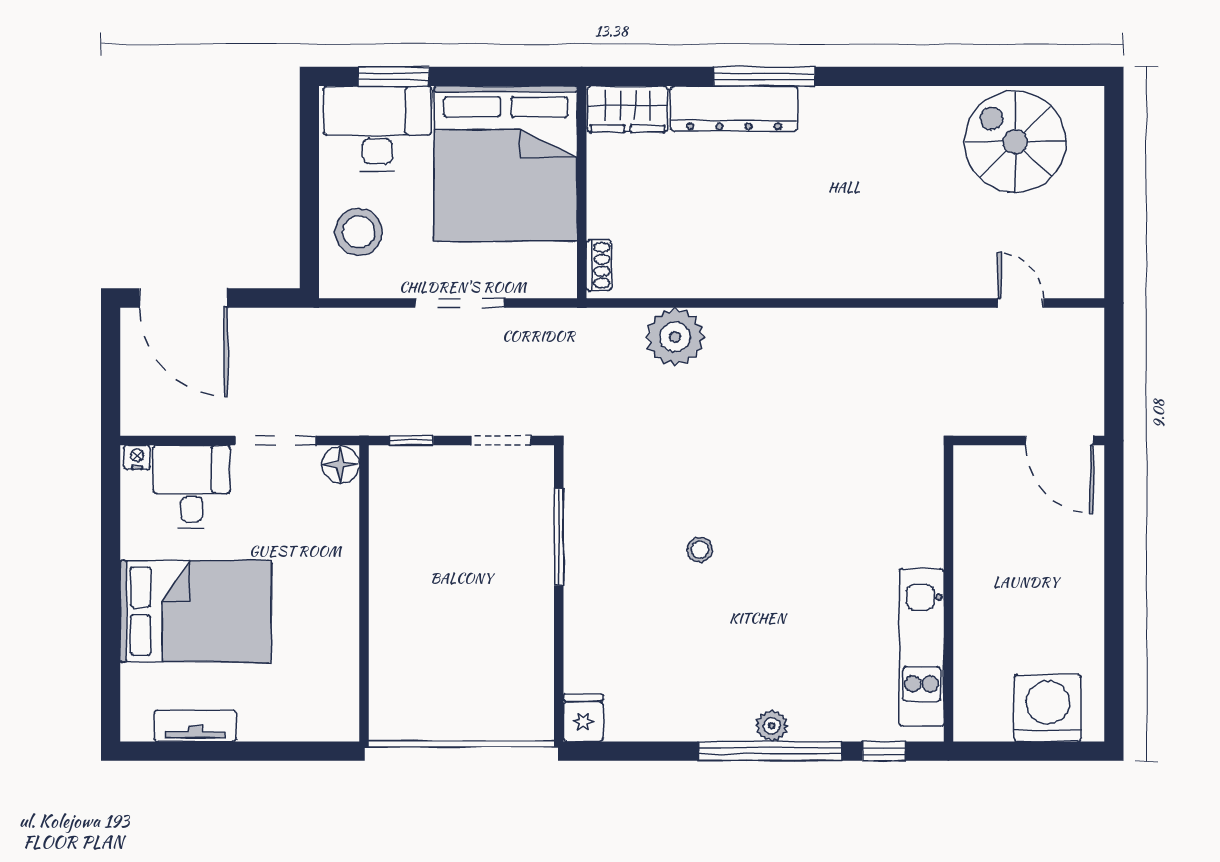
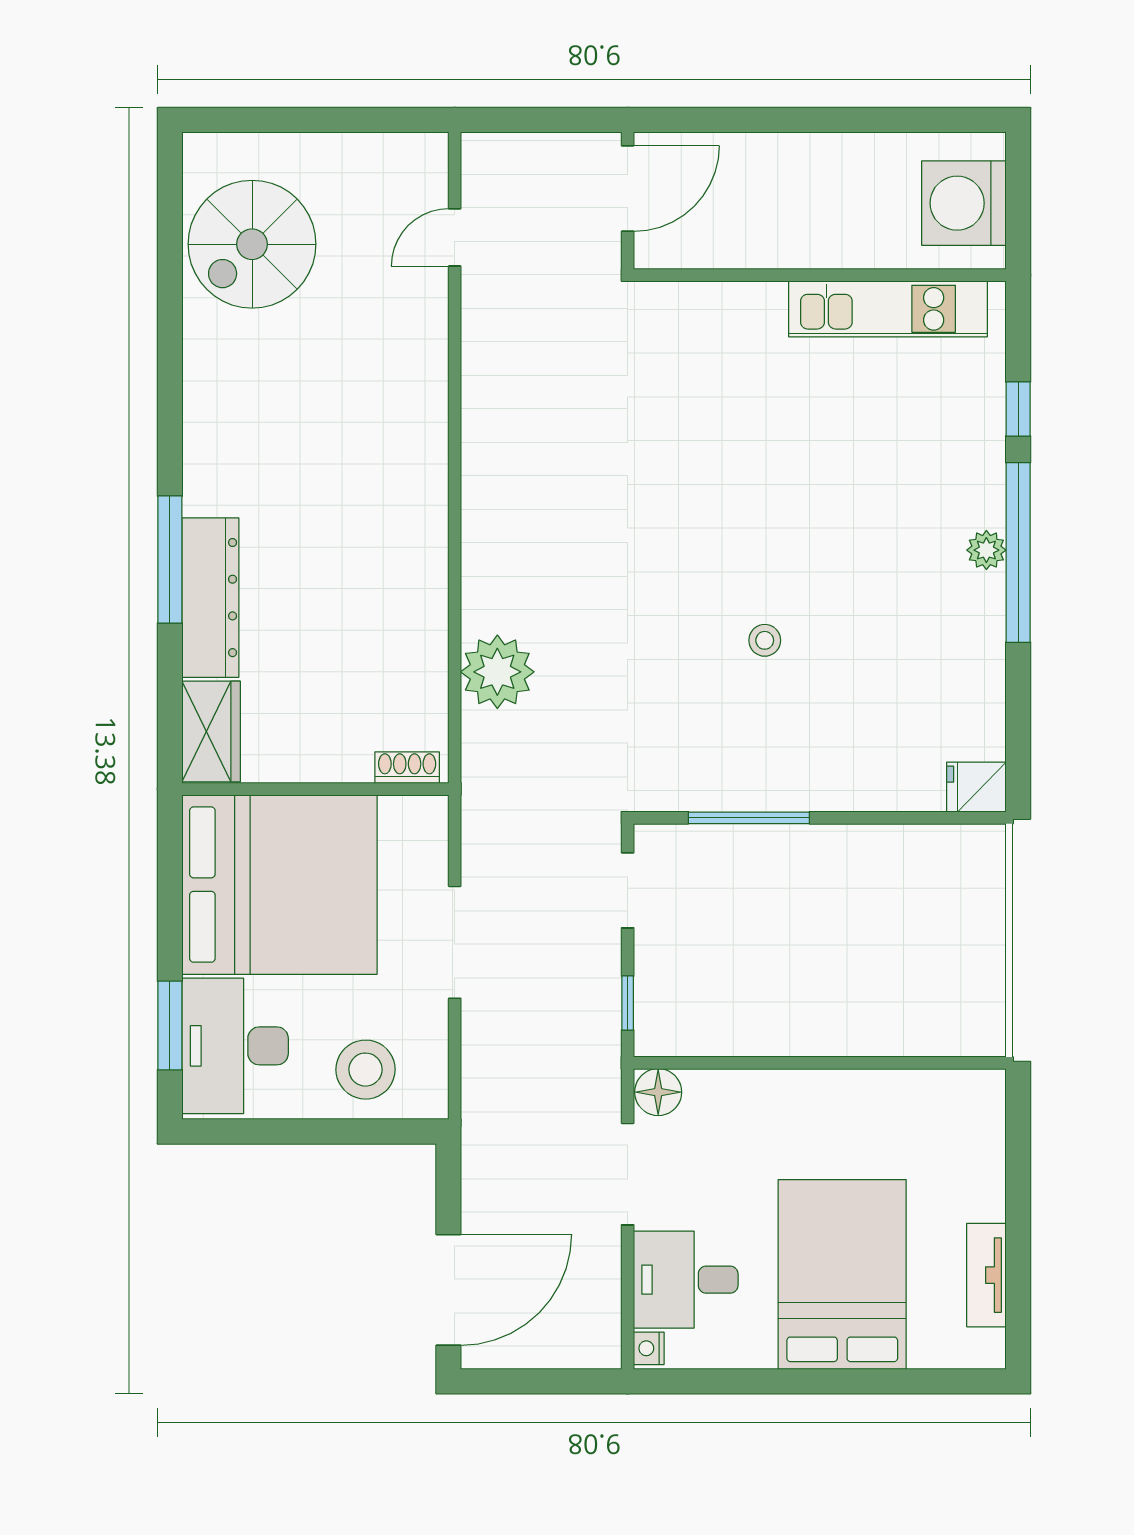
wall: (948, 593) -> (820, 275), moved
kitchen unit: (922, 648) -> (888, 309), moved

